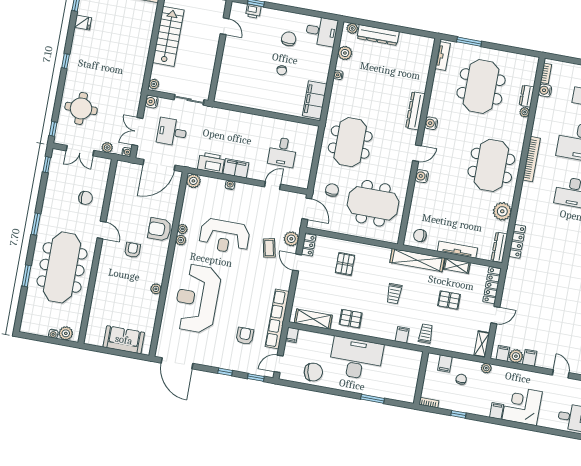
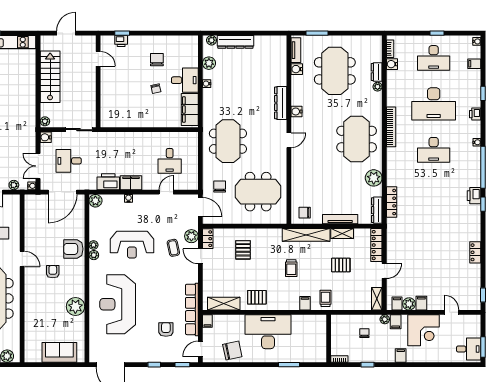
desk: (322, 31) -> (185, 80), moved
water cooler: (422, 176) -> (297, 69), moved
plant: (156, 289) -> (75, 307), width x1.87, depth x1.87
filing cabinet: (445, 364) -> (396, 322), moved
corner desk: (522, 406) -> (424, 330), moved, turned 180

